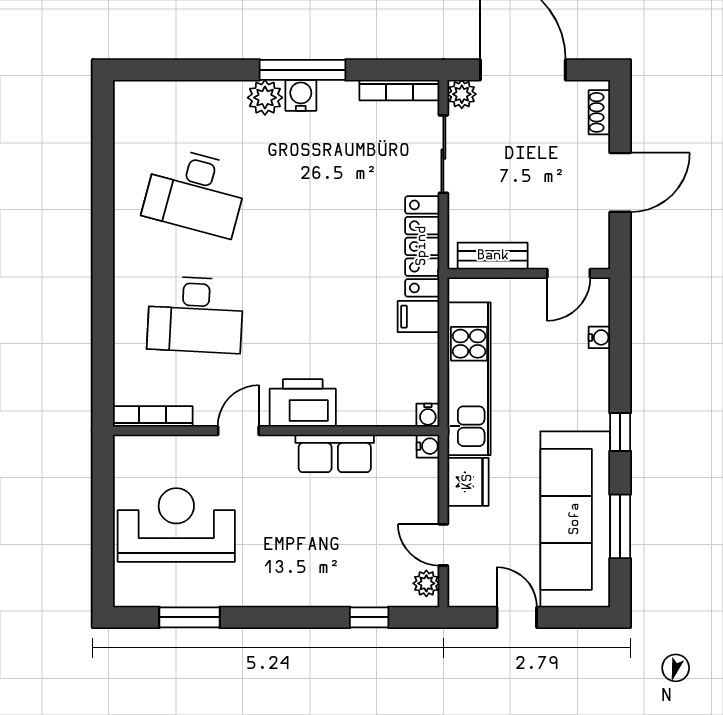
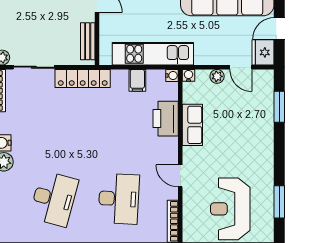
filing cabinet: (419, 317) -> (137, 80), moved
printer: (303, 403) -> (166, 119), moved
fridge: (468, 482) -> (263, 52), moved, turned -90
door: (443, 545) -> (241, 67), hinge flipped
plant: (426, 583) -> (217, 76), moved
window: (369, 617) -> (279, 107), width x1.50

